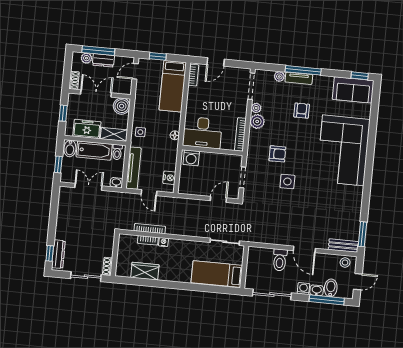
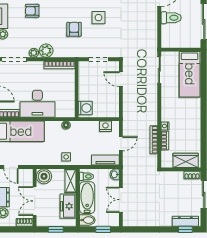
desk: (202, 133) -> (37, 104), moved, turned 90
tv unit: (133, 168) -> (105, 160), width x0.71
wardrobe: (145, 271) -> (186, 160), moved, turned 90

